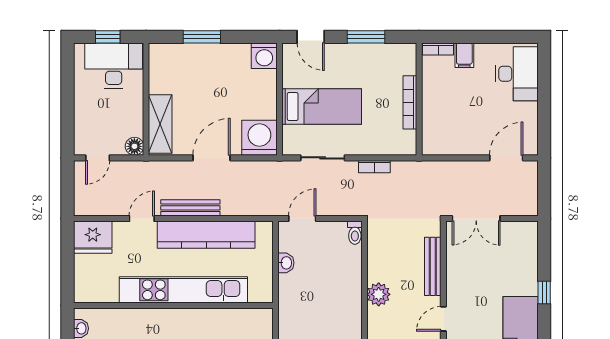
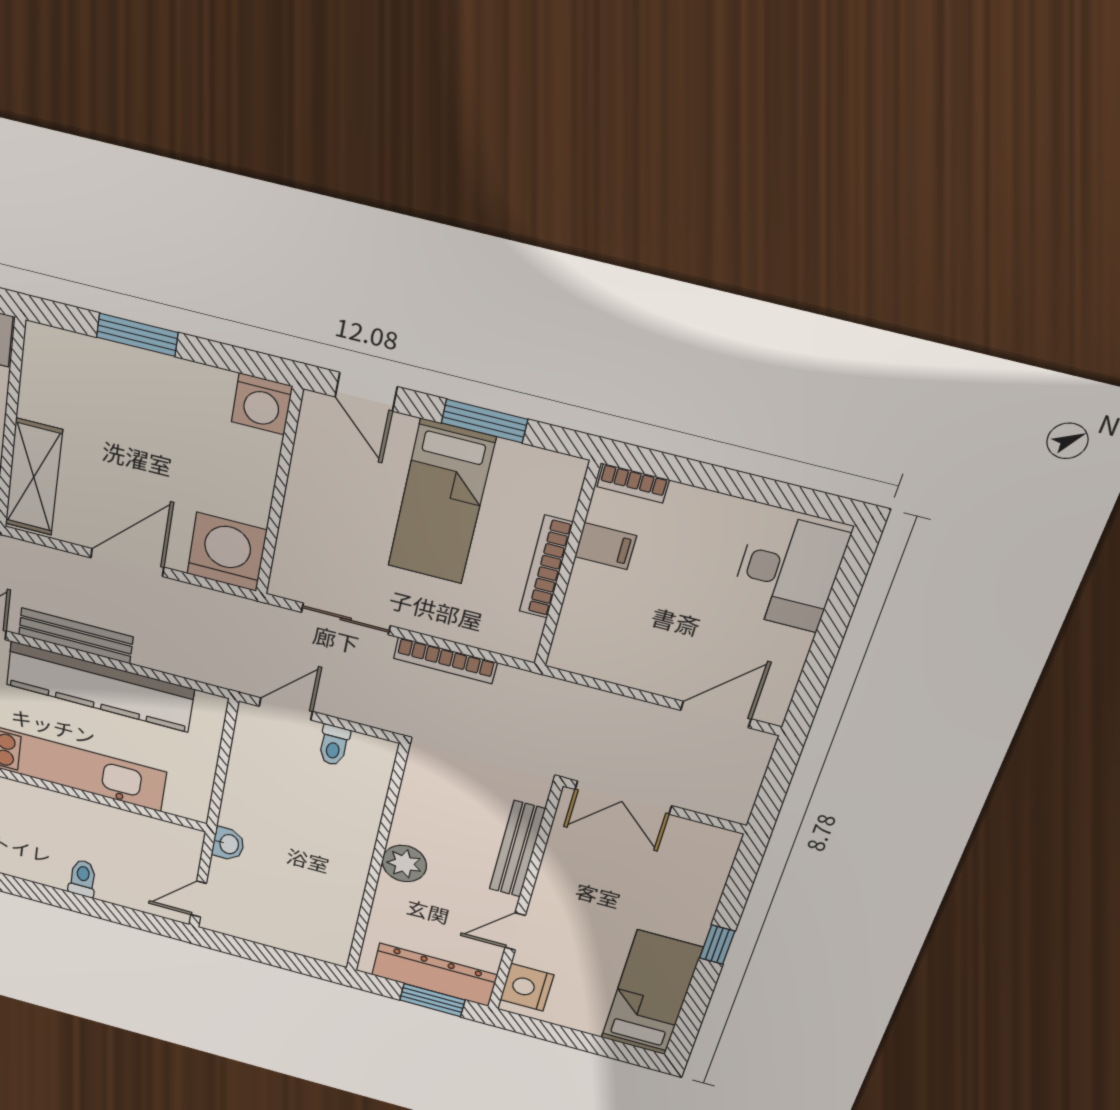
filing cabinet: (464, 55) -> (606, 546), moved, turned -90
bed: (322, 107) -> (441, 502), moved, turned 90
bookcase: (374, 167) -> (445, 660), width x1.56
toilet: (355, 233) -> (334, 745), moved
washbasin: (286, 263) -> (228, 844), moved

